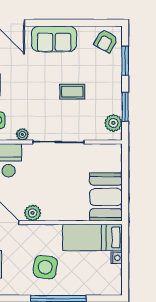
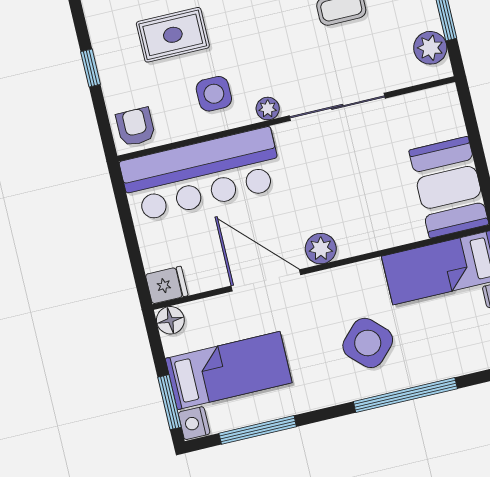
side table: (45, 267) -> (368, 343), turned 36

